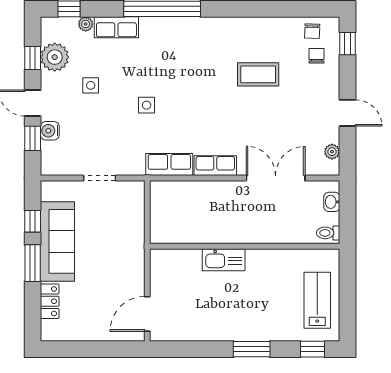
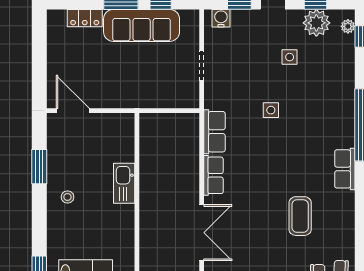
plant: (86, 24) -> (348, 26), moved
row of seats: (116, 27) -> (345, 169), moved
water cooler: (50, 131) -> (221, 18), moved
stool: (238, 319) -> (68, 197), added
window: (252, 349) -> (39, 167), moved

